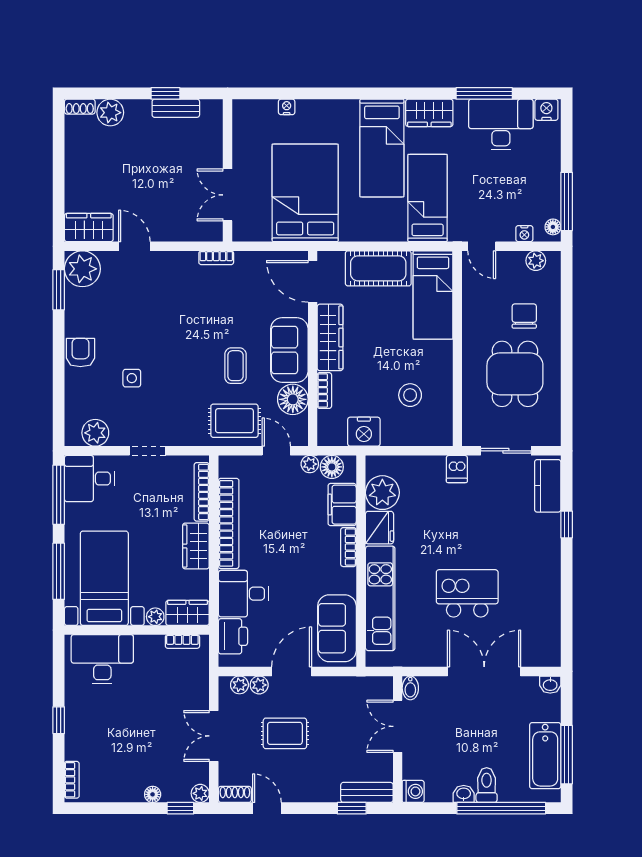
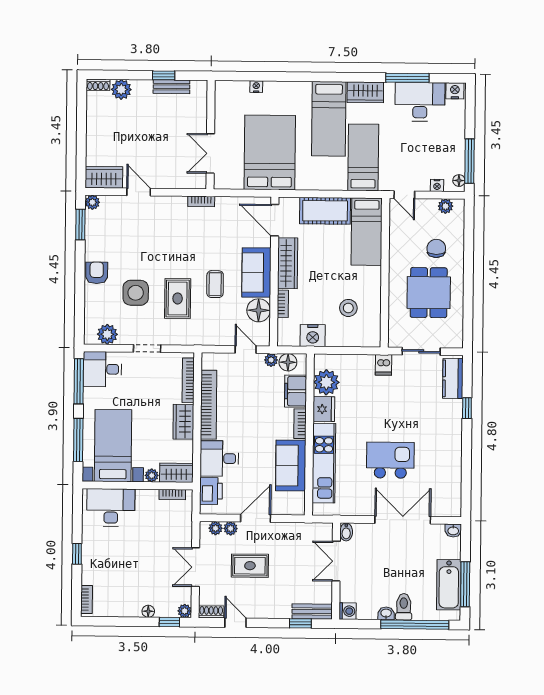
plant: (82, 269) -> (92, 202), width x0.53, depth x0.53
side table: (132, 378) -> (136, 293), width x1.87, depth x1.87
rug: (234, 421) -> (178, 298), moved, turned 90
sofa: (337, 628) -> (291, 465), moved

